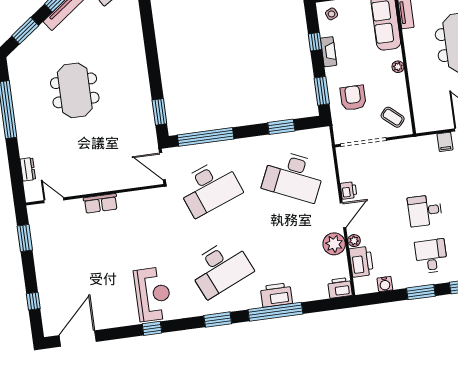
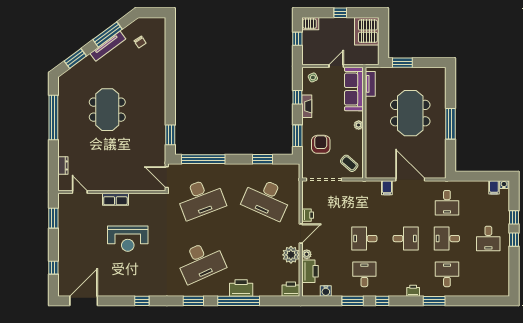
reception desk: (153, 294) -> (128, 239), moved, turned 90

